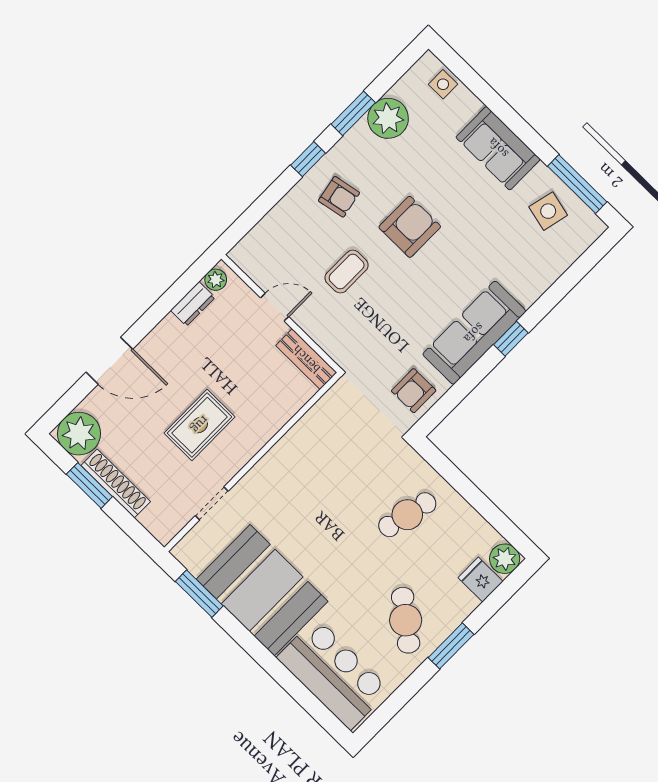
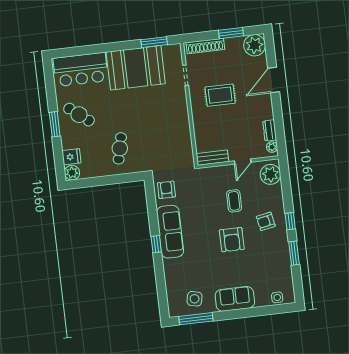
plant: (388, 118) -> (270, 174), moved
rug: (200, 425) -> (220, 95), turned 90
shoe rack: (116, 484) -> (205, 46), moved

